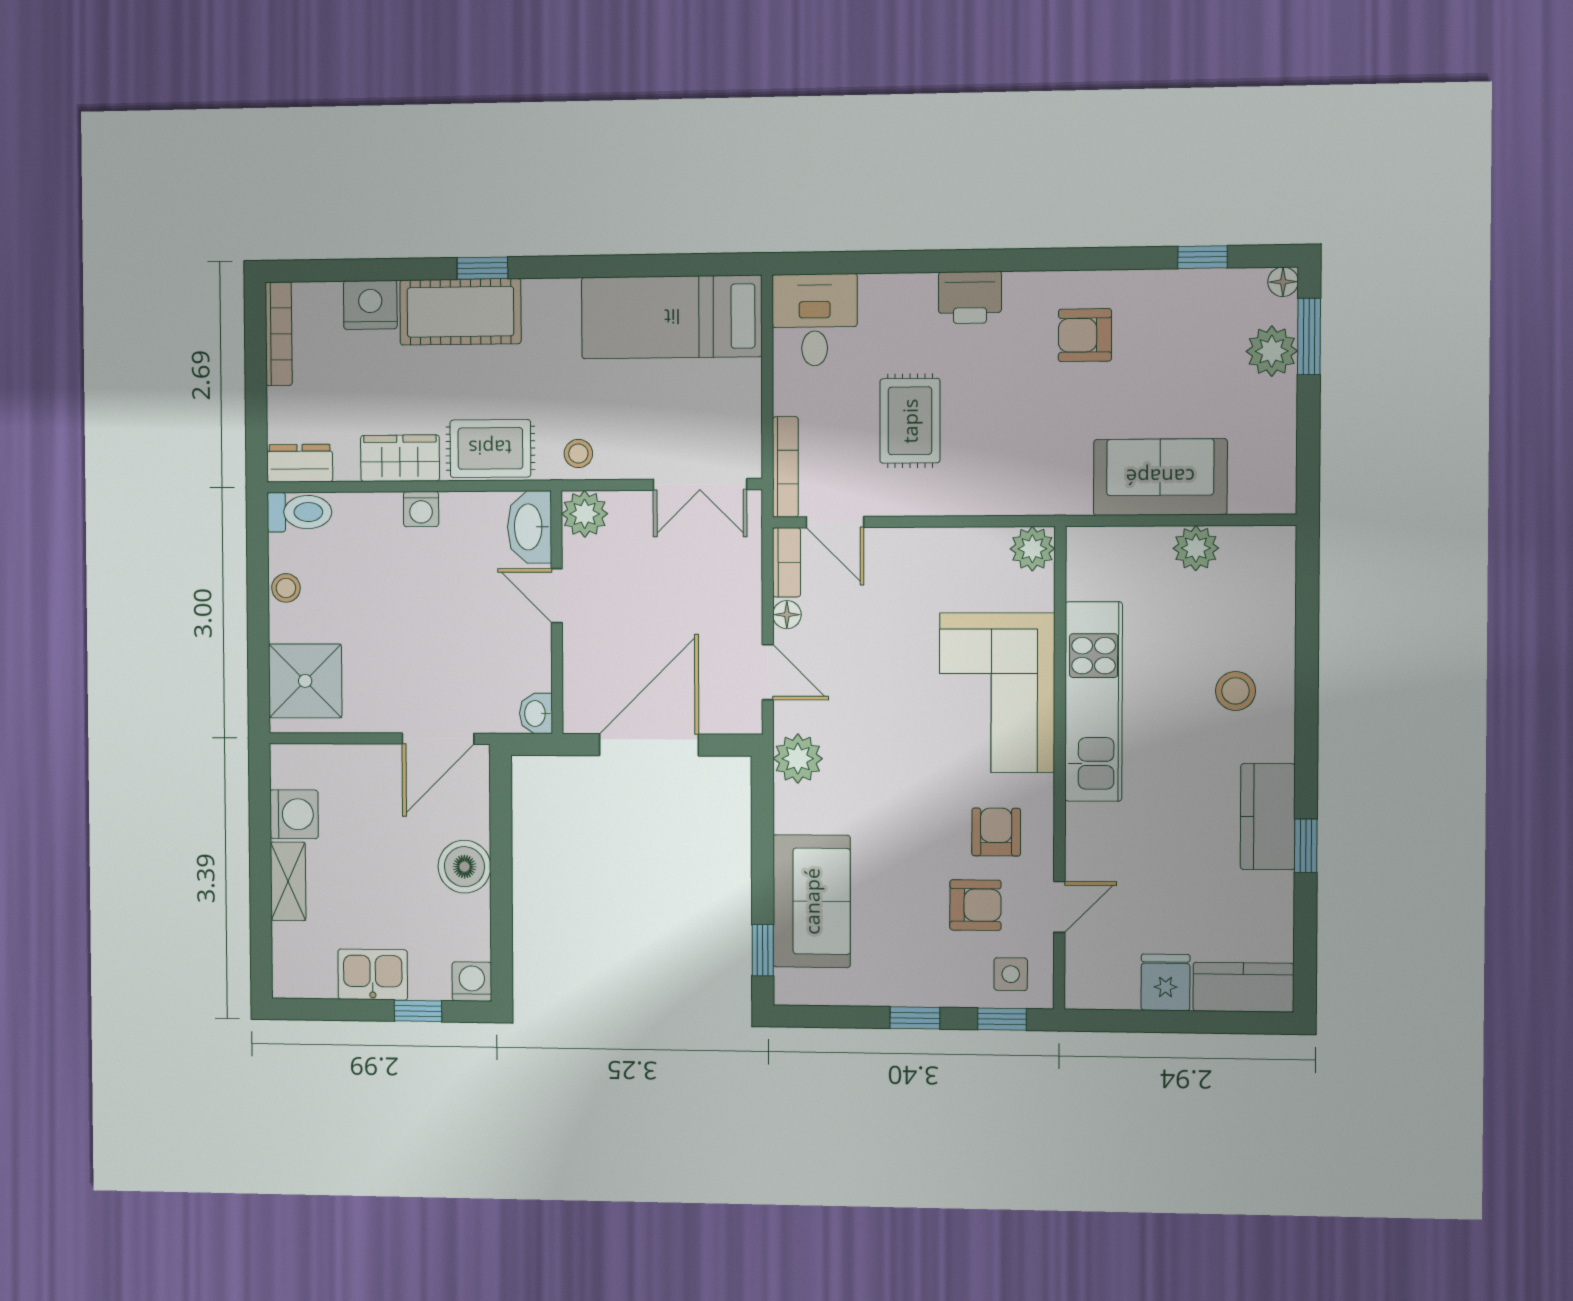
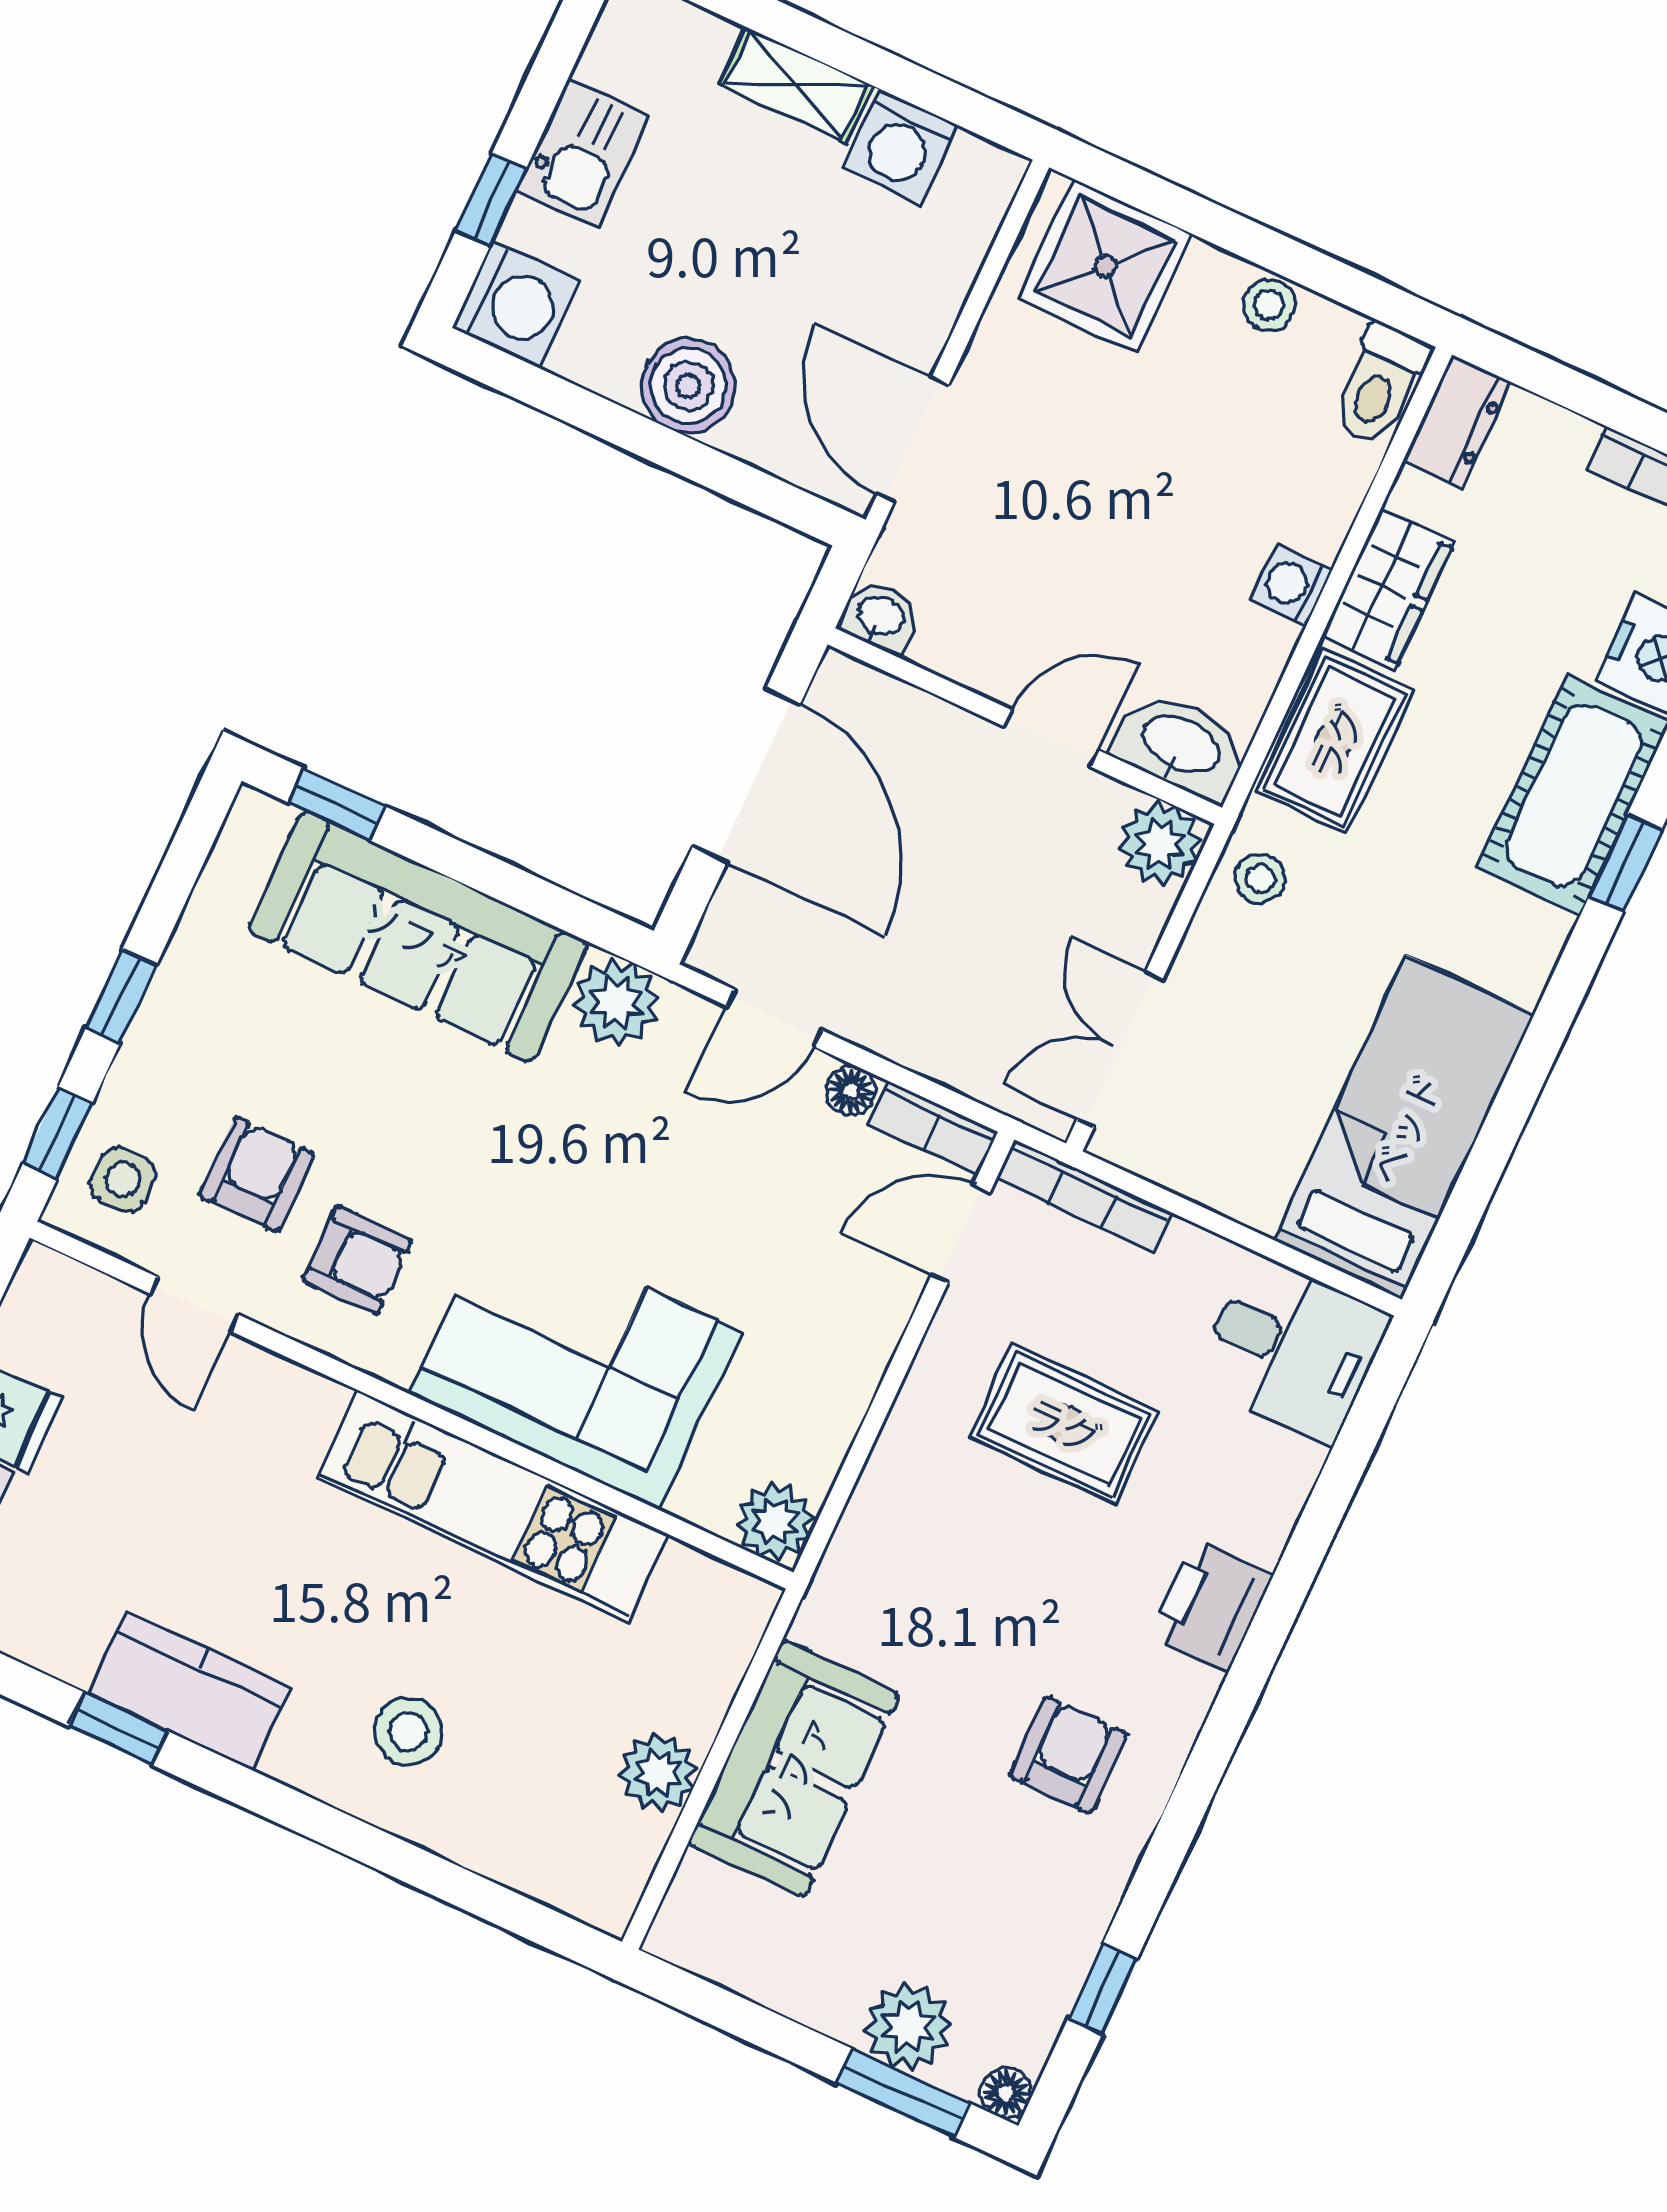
sofa: (812, 901) -> (418, 936), width x1.36
armchair: (975, 905) -> (257, 1175), turned 180
washing machine: (472, 982) -> (516, 304), width x1.38, depth x1.38

